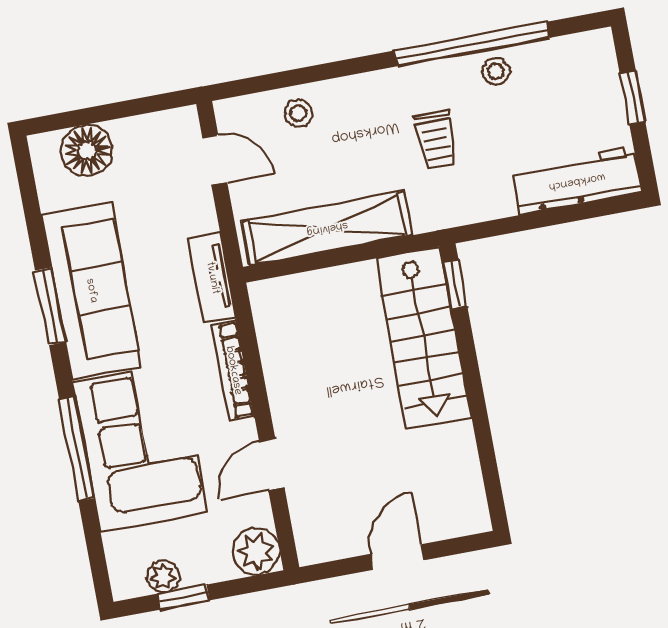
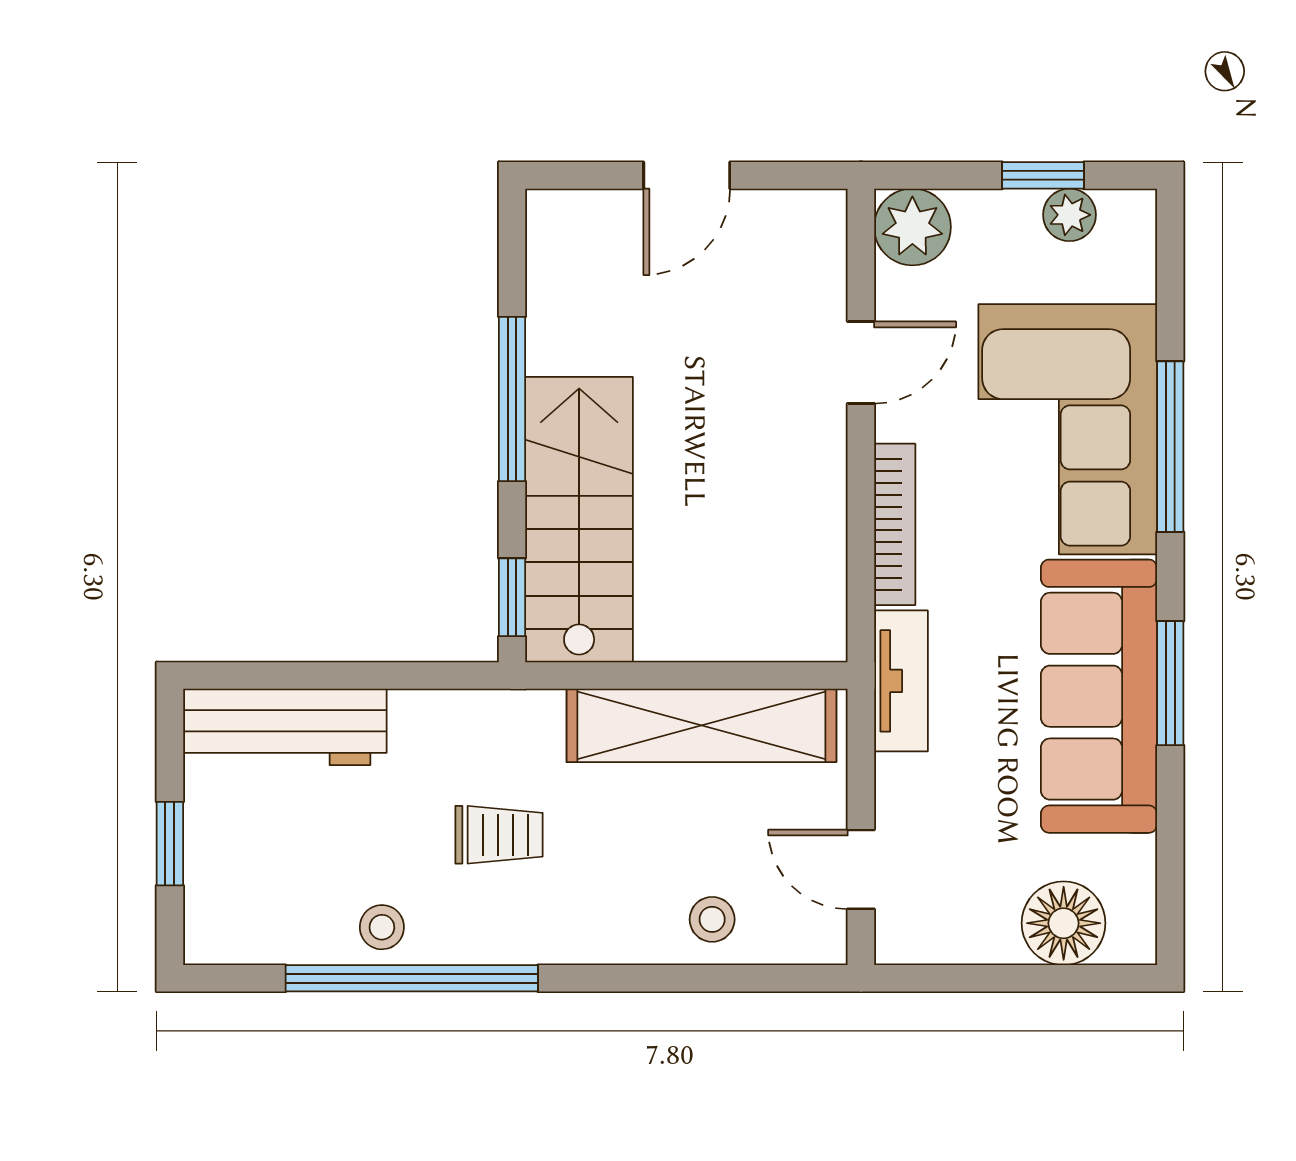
trolley: (436, 140) -> (499, 835), turned 90
window: (477, 403) -> (512, 399), added

